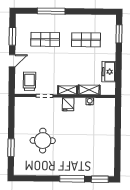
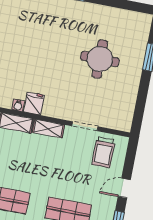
fridge: (68, 104) -> (34, 104), moved

